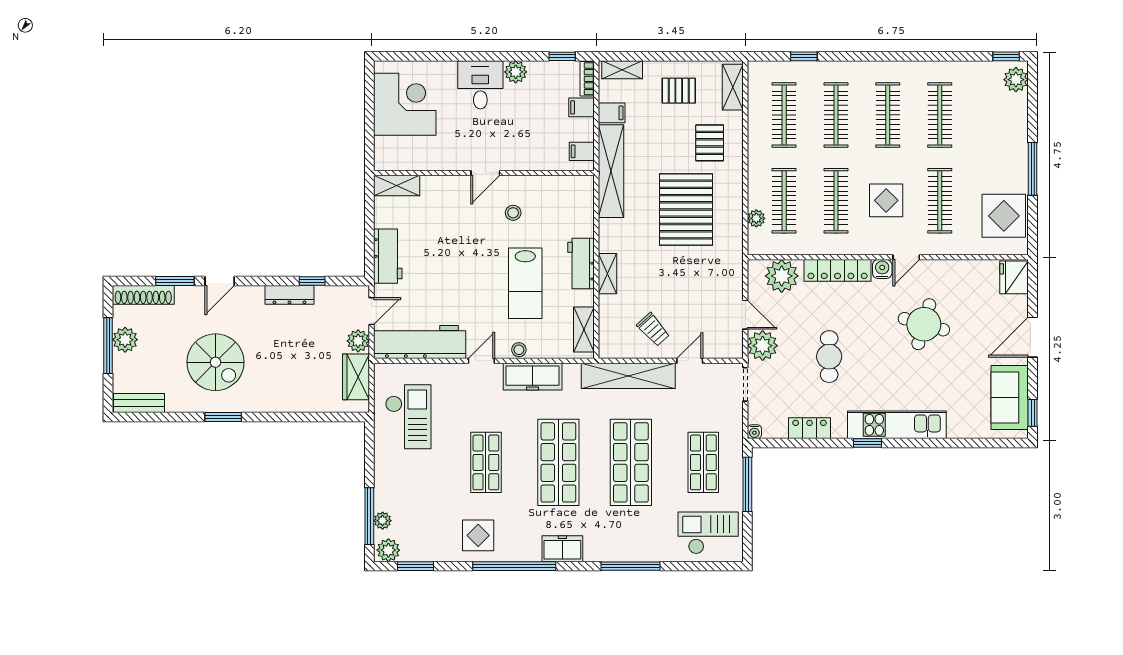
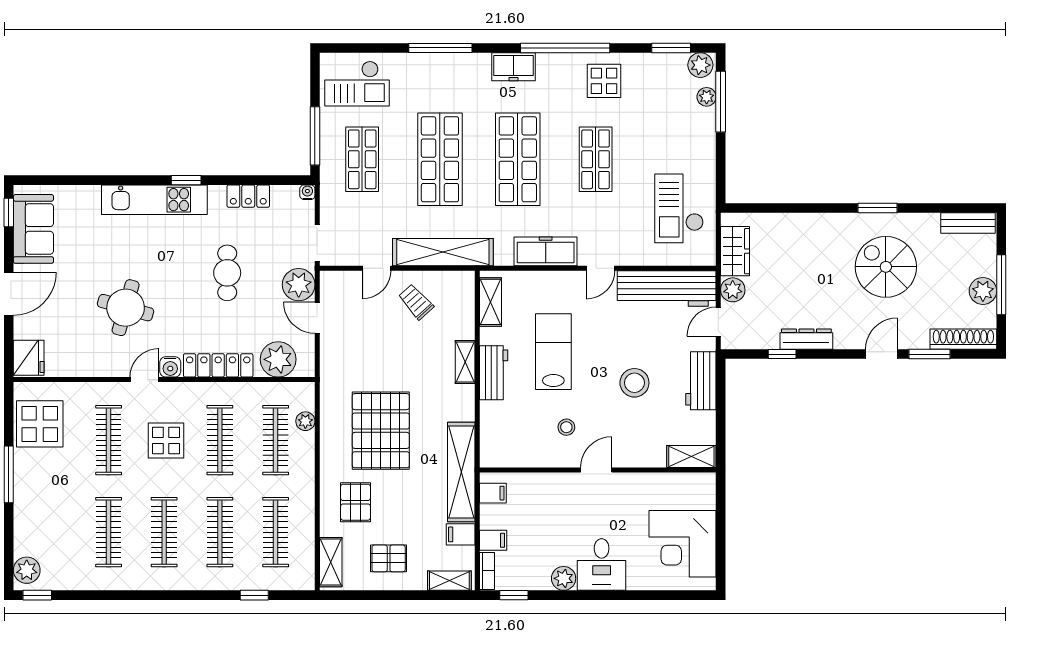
stool: (519, 350) -> (634, 383), moved, width x1.89, depth x1.89

